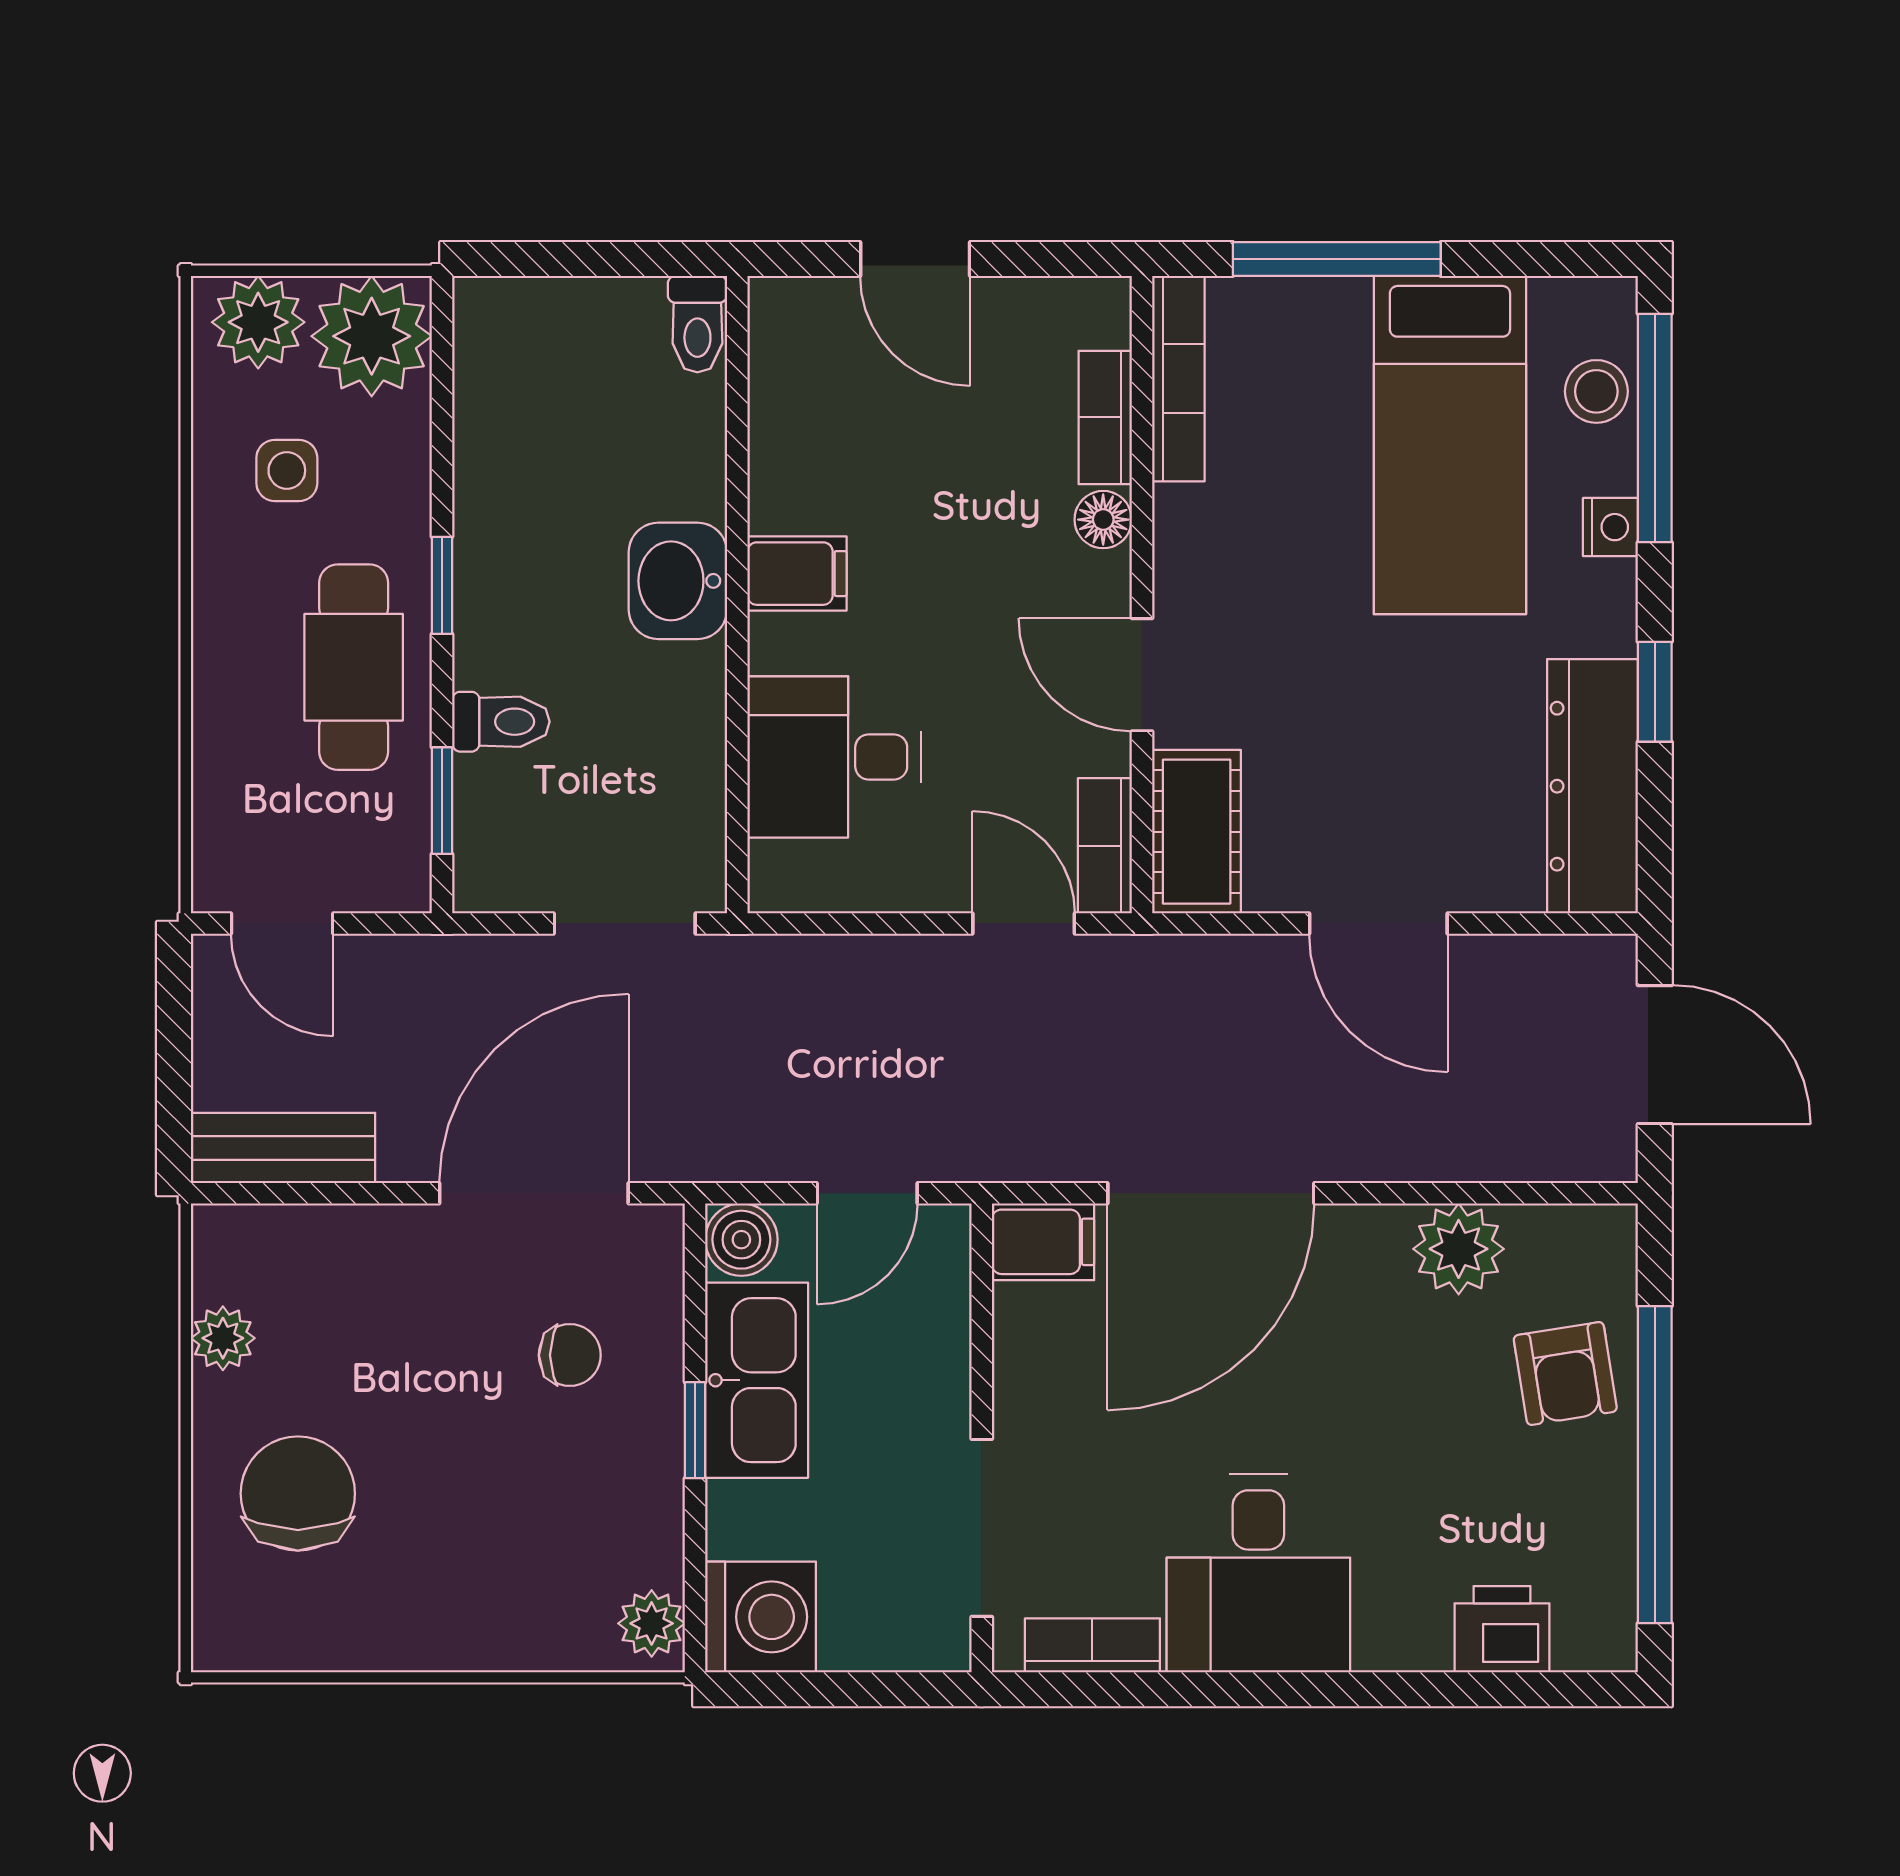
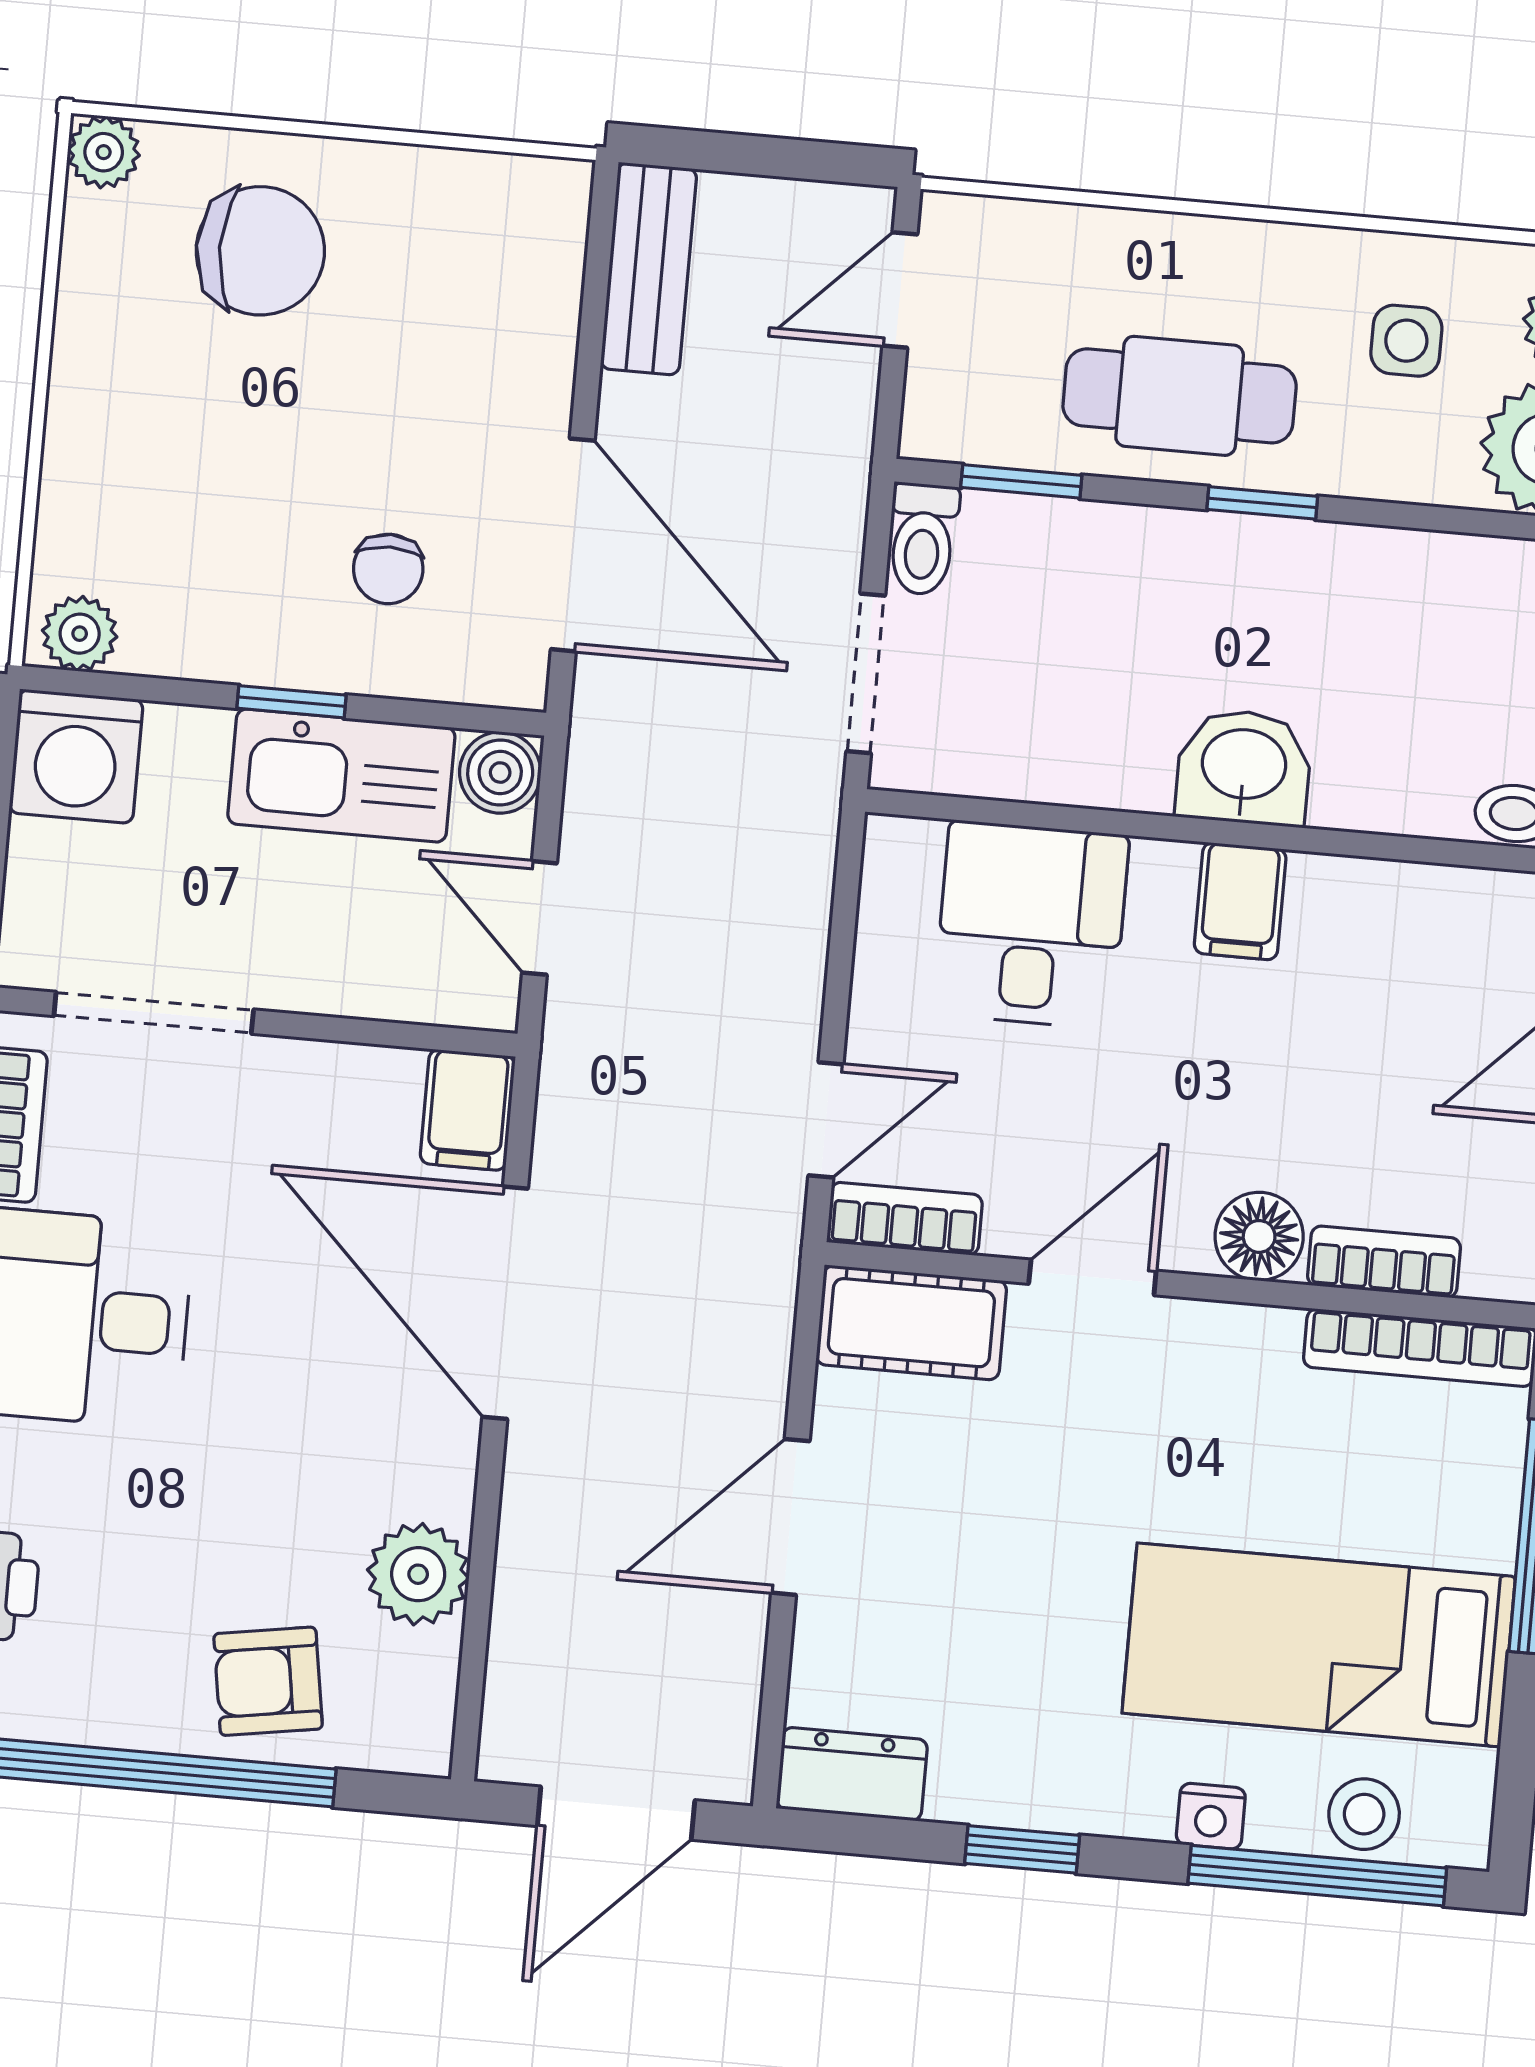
floor lamp: (1103, 520) -> (1259, 1236), width x1.37, depth x1.37
toilet: (501, 722) -> (923, 539), moved
dresser: (1592, 786) -> (852, 1774), width x0.51, depth x0.80
plant: (223, 1338) -> (104, 152), moved

